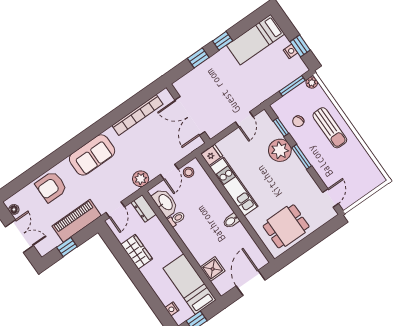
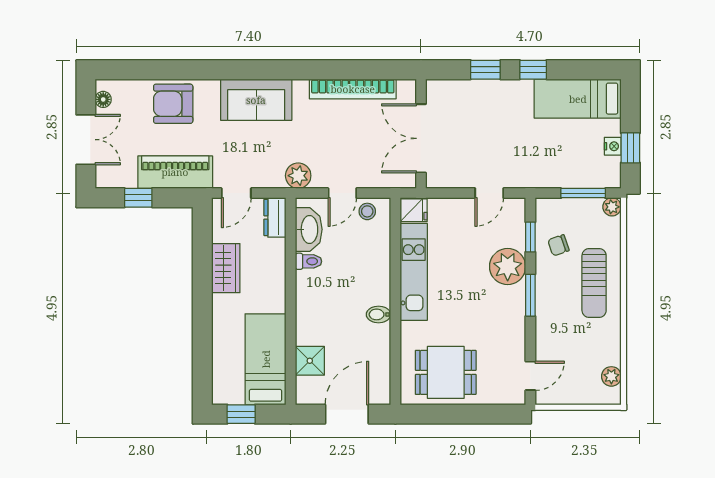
plant: (372, 169) -> (611, 376), added
nightstand: (172, 309) -> (220, 376), removed

